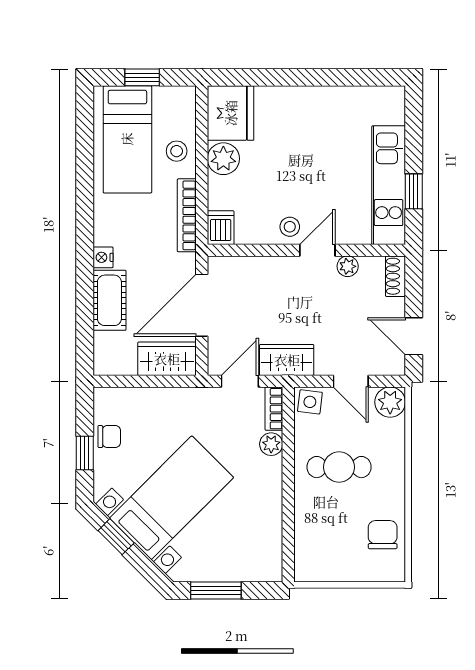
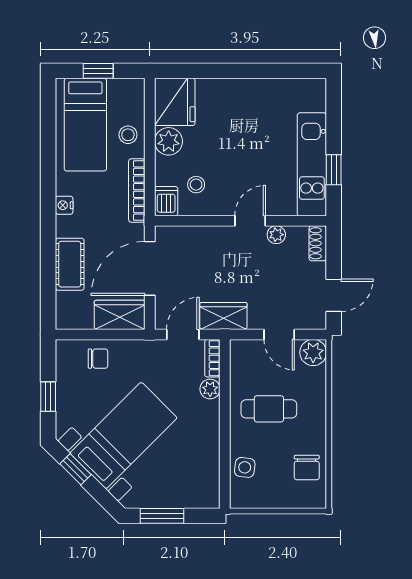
stool: (290, 227) -> (196, 185), moved
nightstand: (103, 257) -> (64, 205), moved
door: (414, 336) -> (334, 295), swing flipped
side table: (310, 402) -> (245, 467), moved
chair: (109, 436) -> (98, 359), moved
chair: (383, 535) -> (307, 468), turned 180

